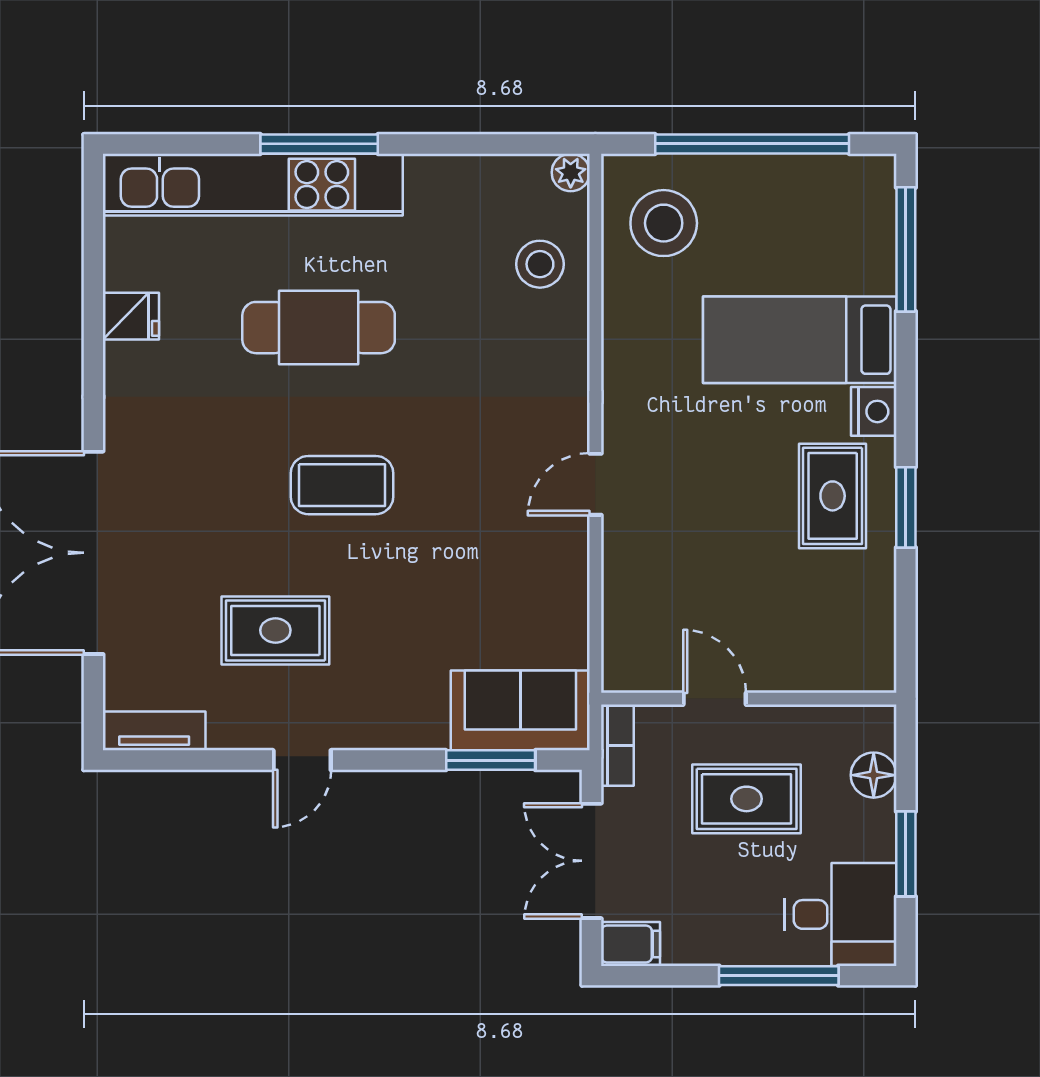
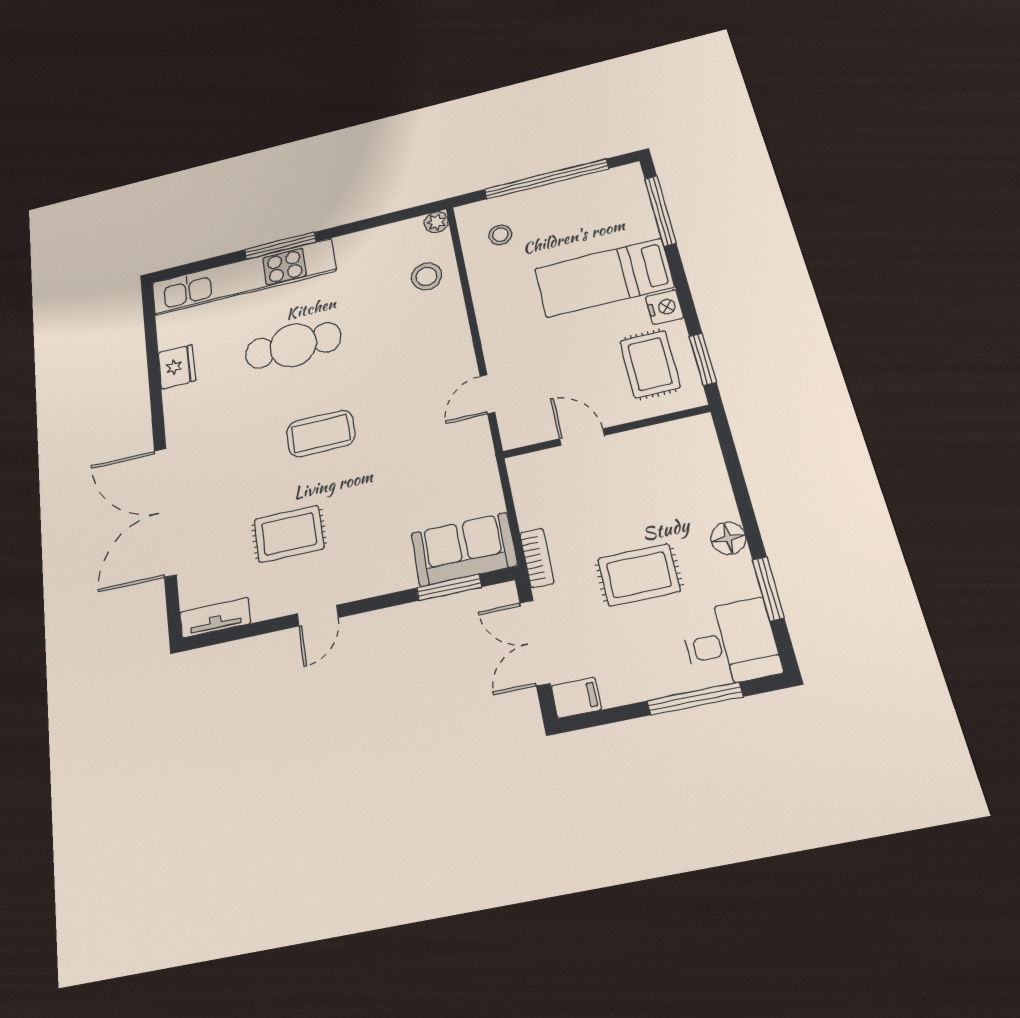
stool: (664, 223) -> (500, 235), width x0.53, depth x0.53
fridge: (131, 316) -> (177, 367), width x1.38
door: (715, 699) -> (582, 437), moved
wall: (749, 699) -> (606, 432), moved

